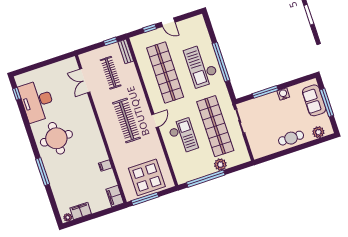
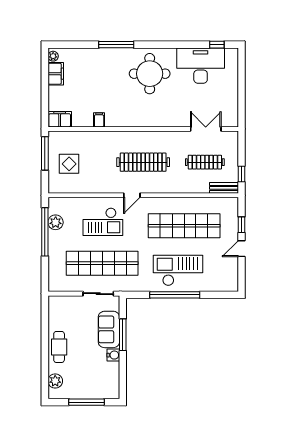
sofa: (314, 100) -> (109, 329), moved, turned -90
door: (155, 121) -> (132, 195), hinge flipped
plant: (220, 165) -> (56, 222), moved
display table: (147, 177) -> (69, 164), width x0.54, depth x0.54

